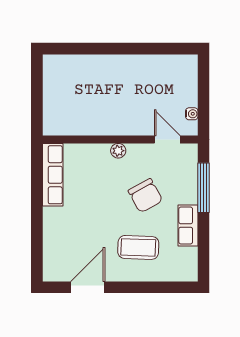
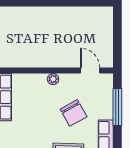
water cooler: (192, 114) -> (108, 51), removed

